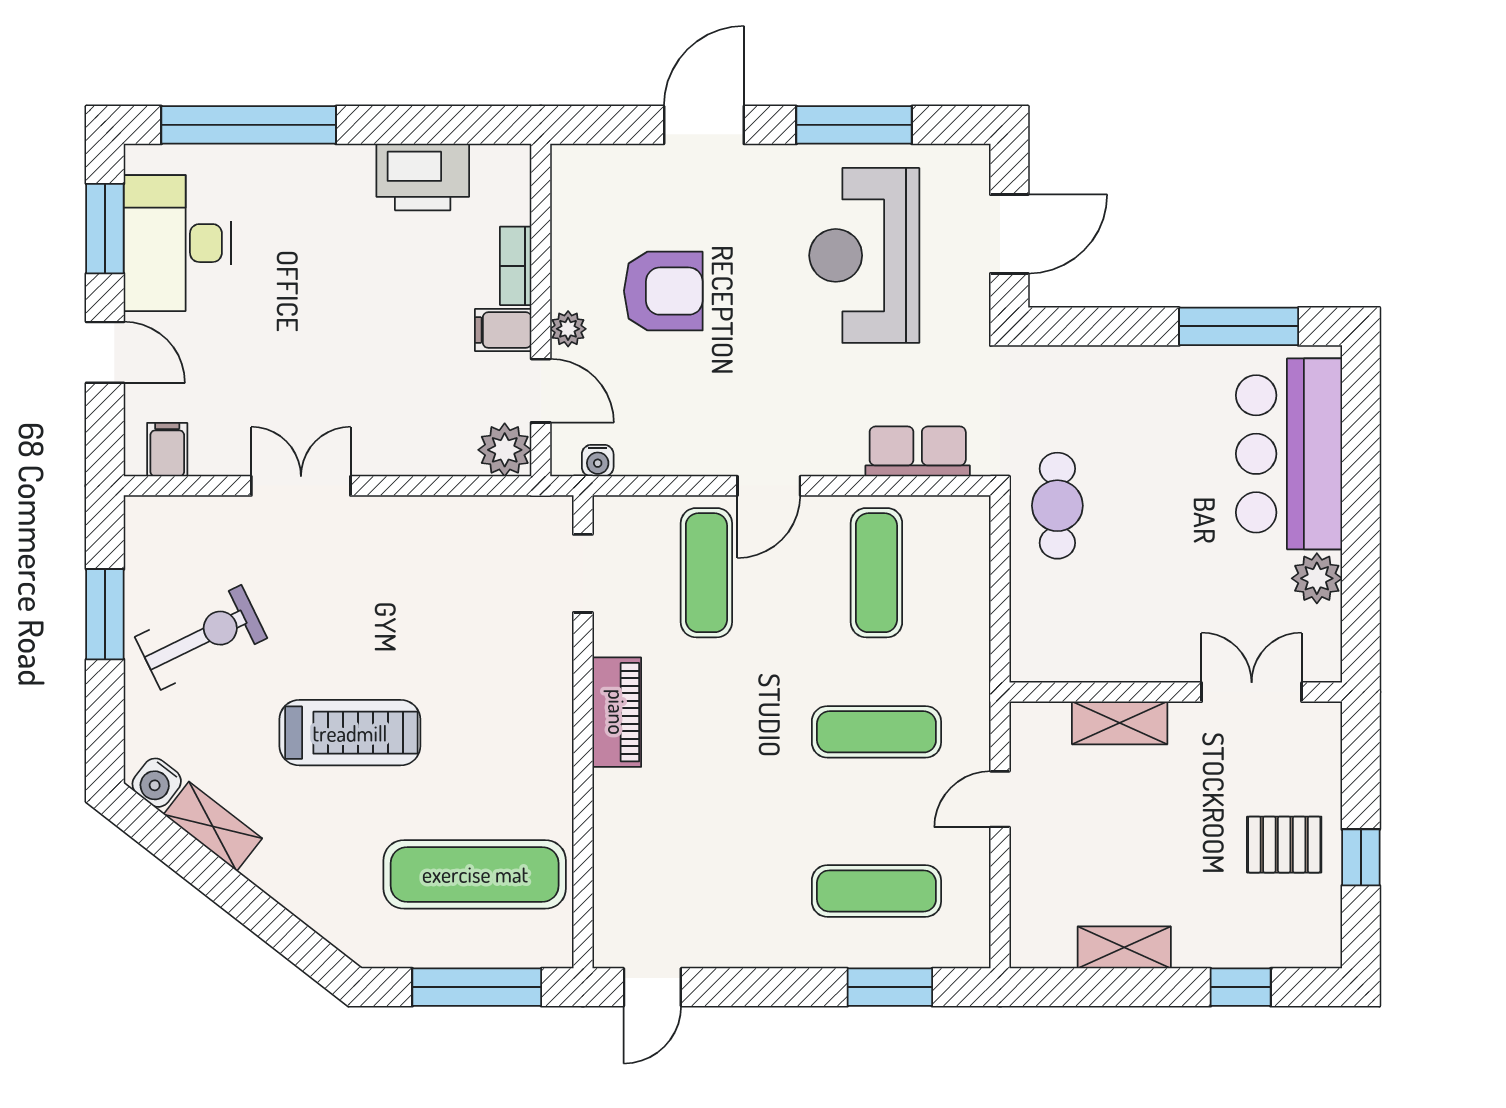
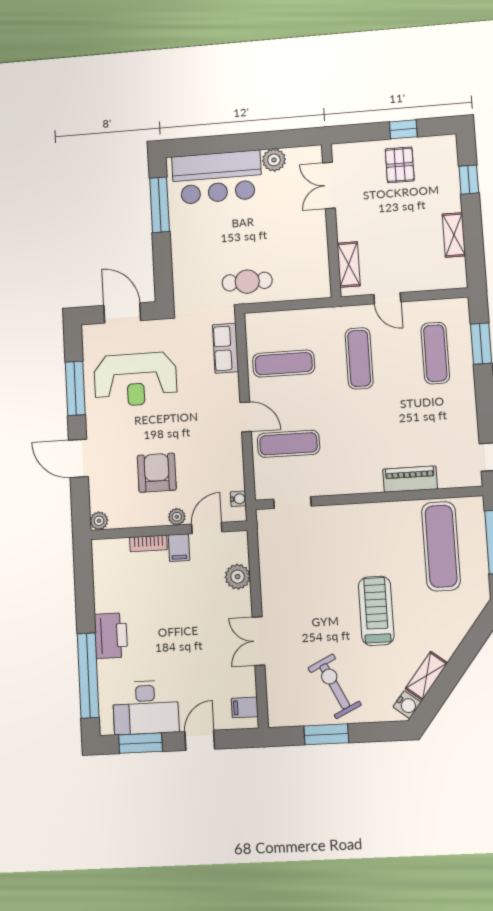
plant: (569, 163) -> (99, 521), added
printer: (423, 177) -> (111, 636), moved
plant: (505, 450) -> (238, 577), moved
piano: (617, 712) -> (410, 479), moved
shelving: (1120, 723) -> (349, 265), moved

